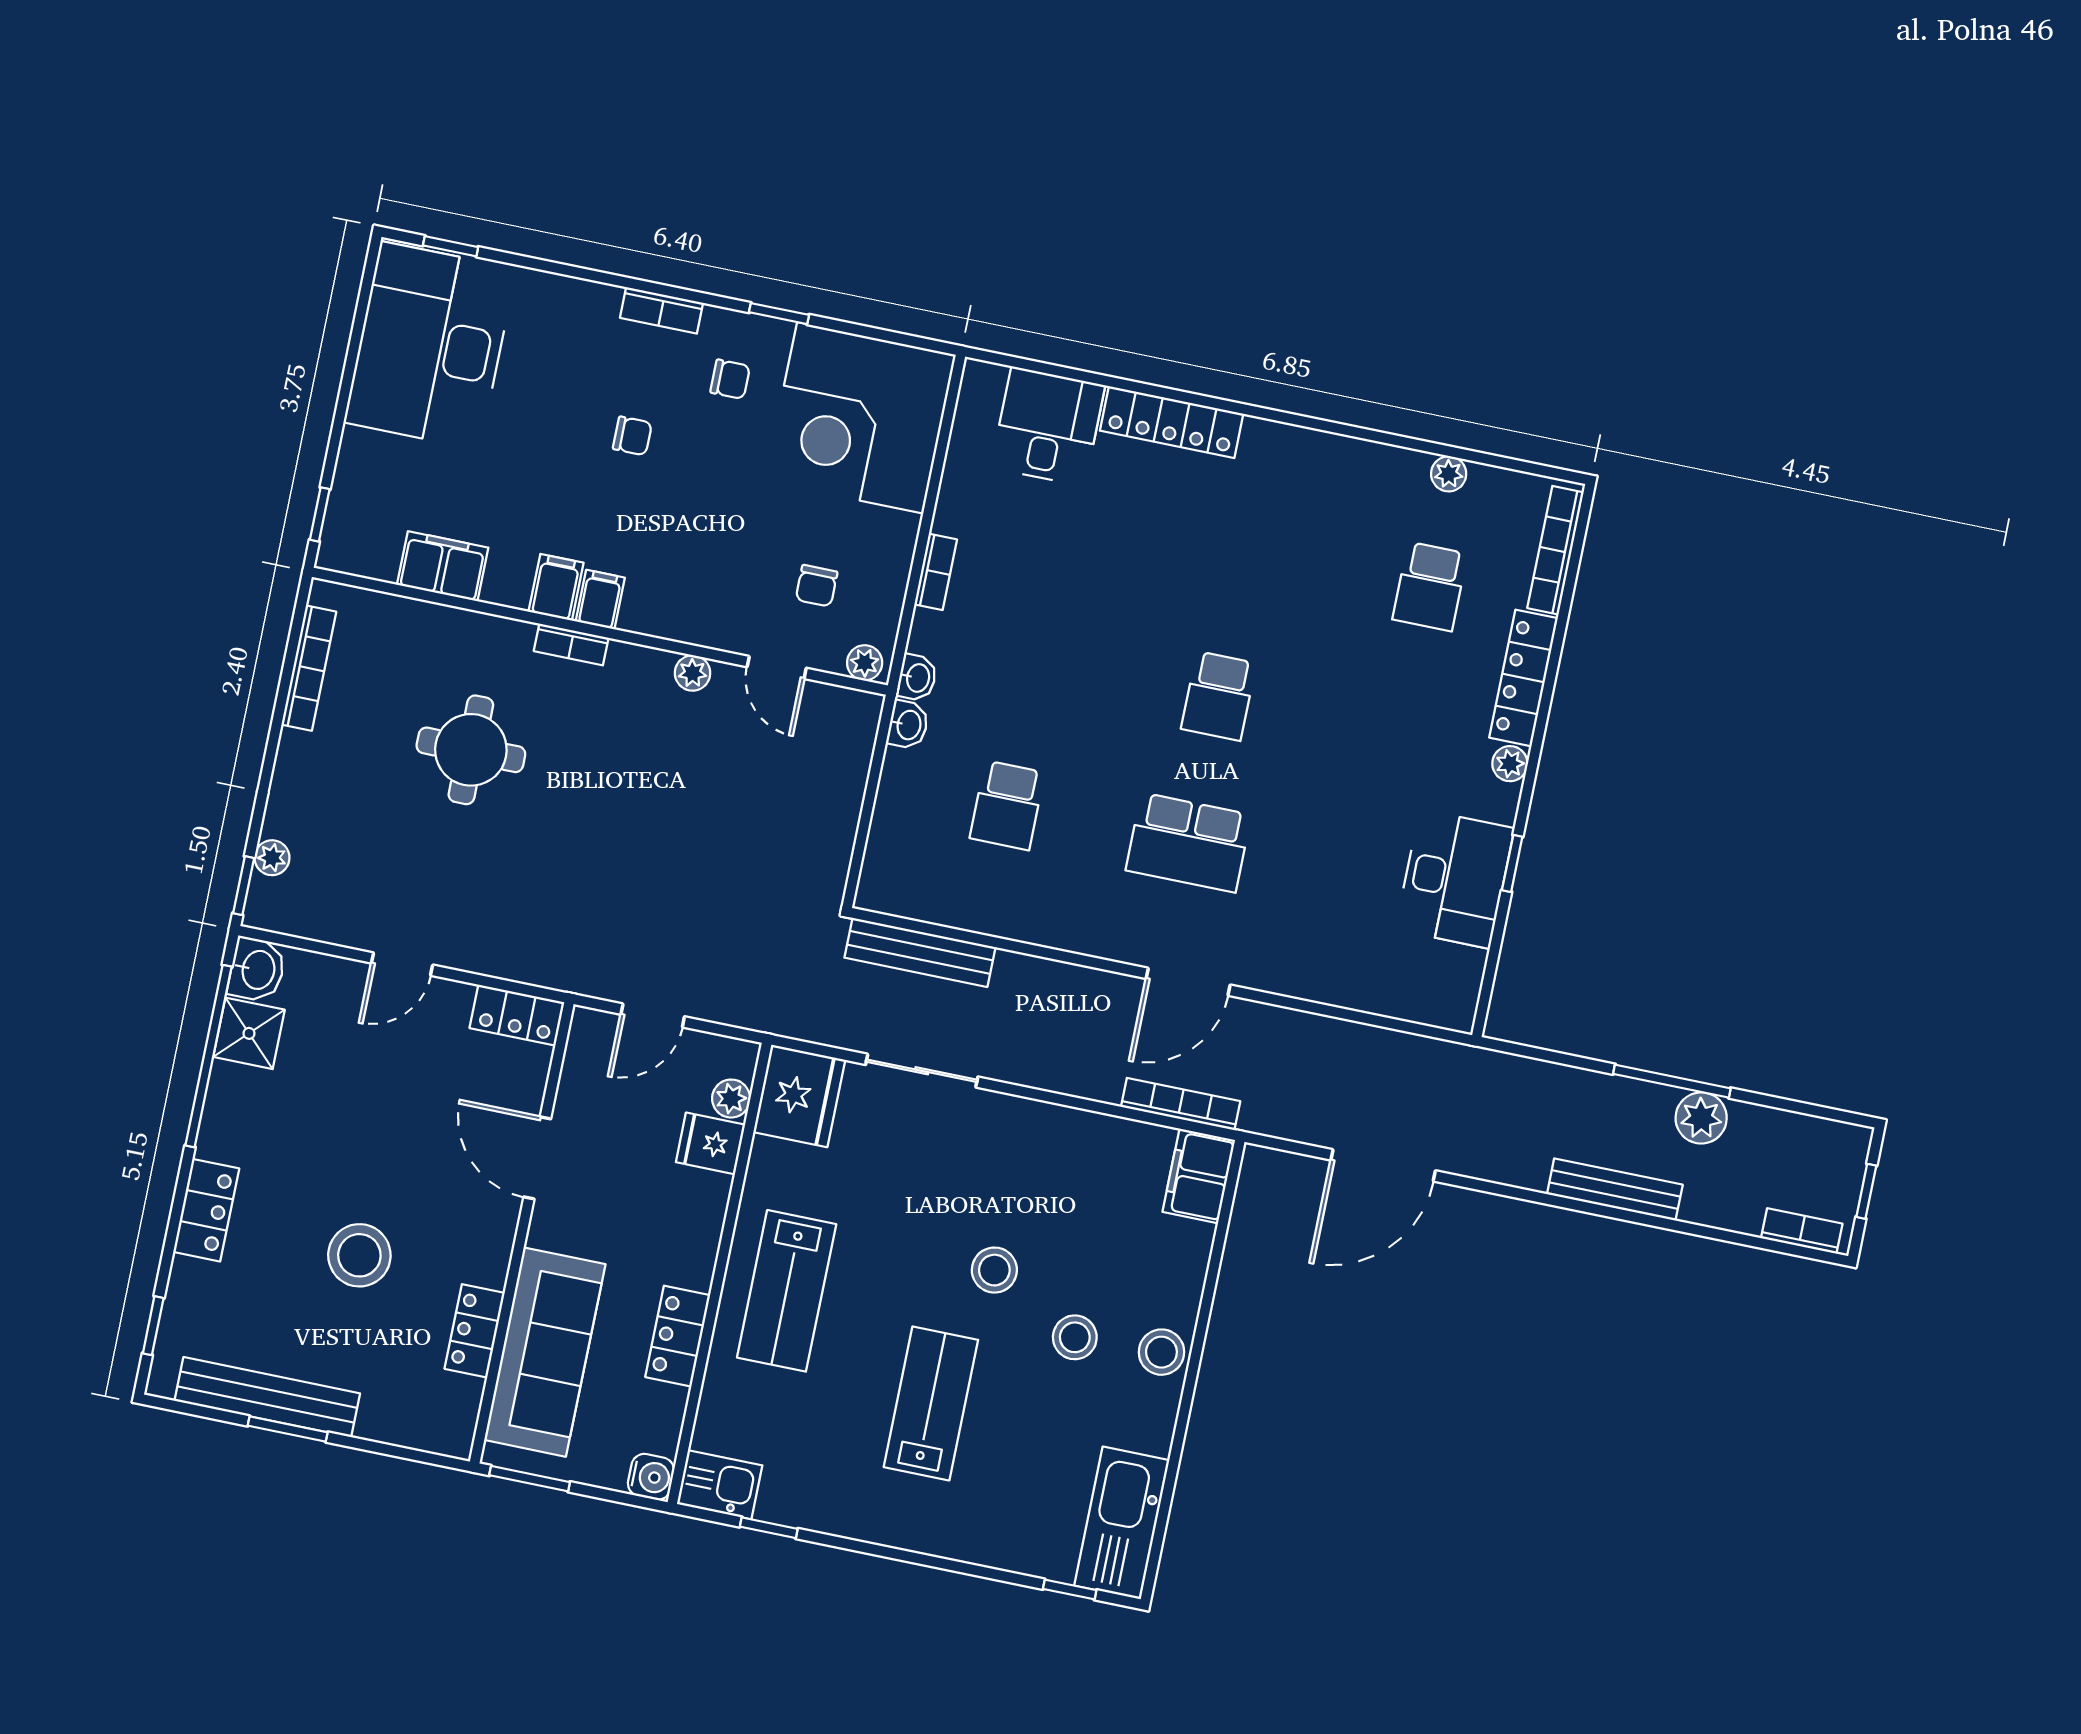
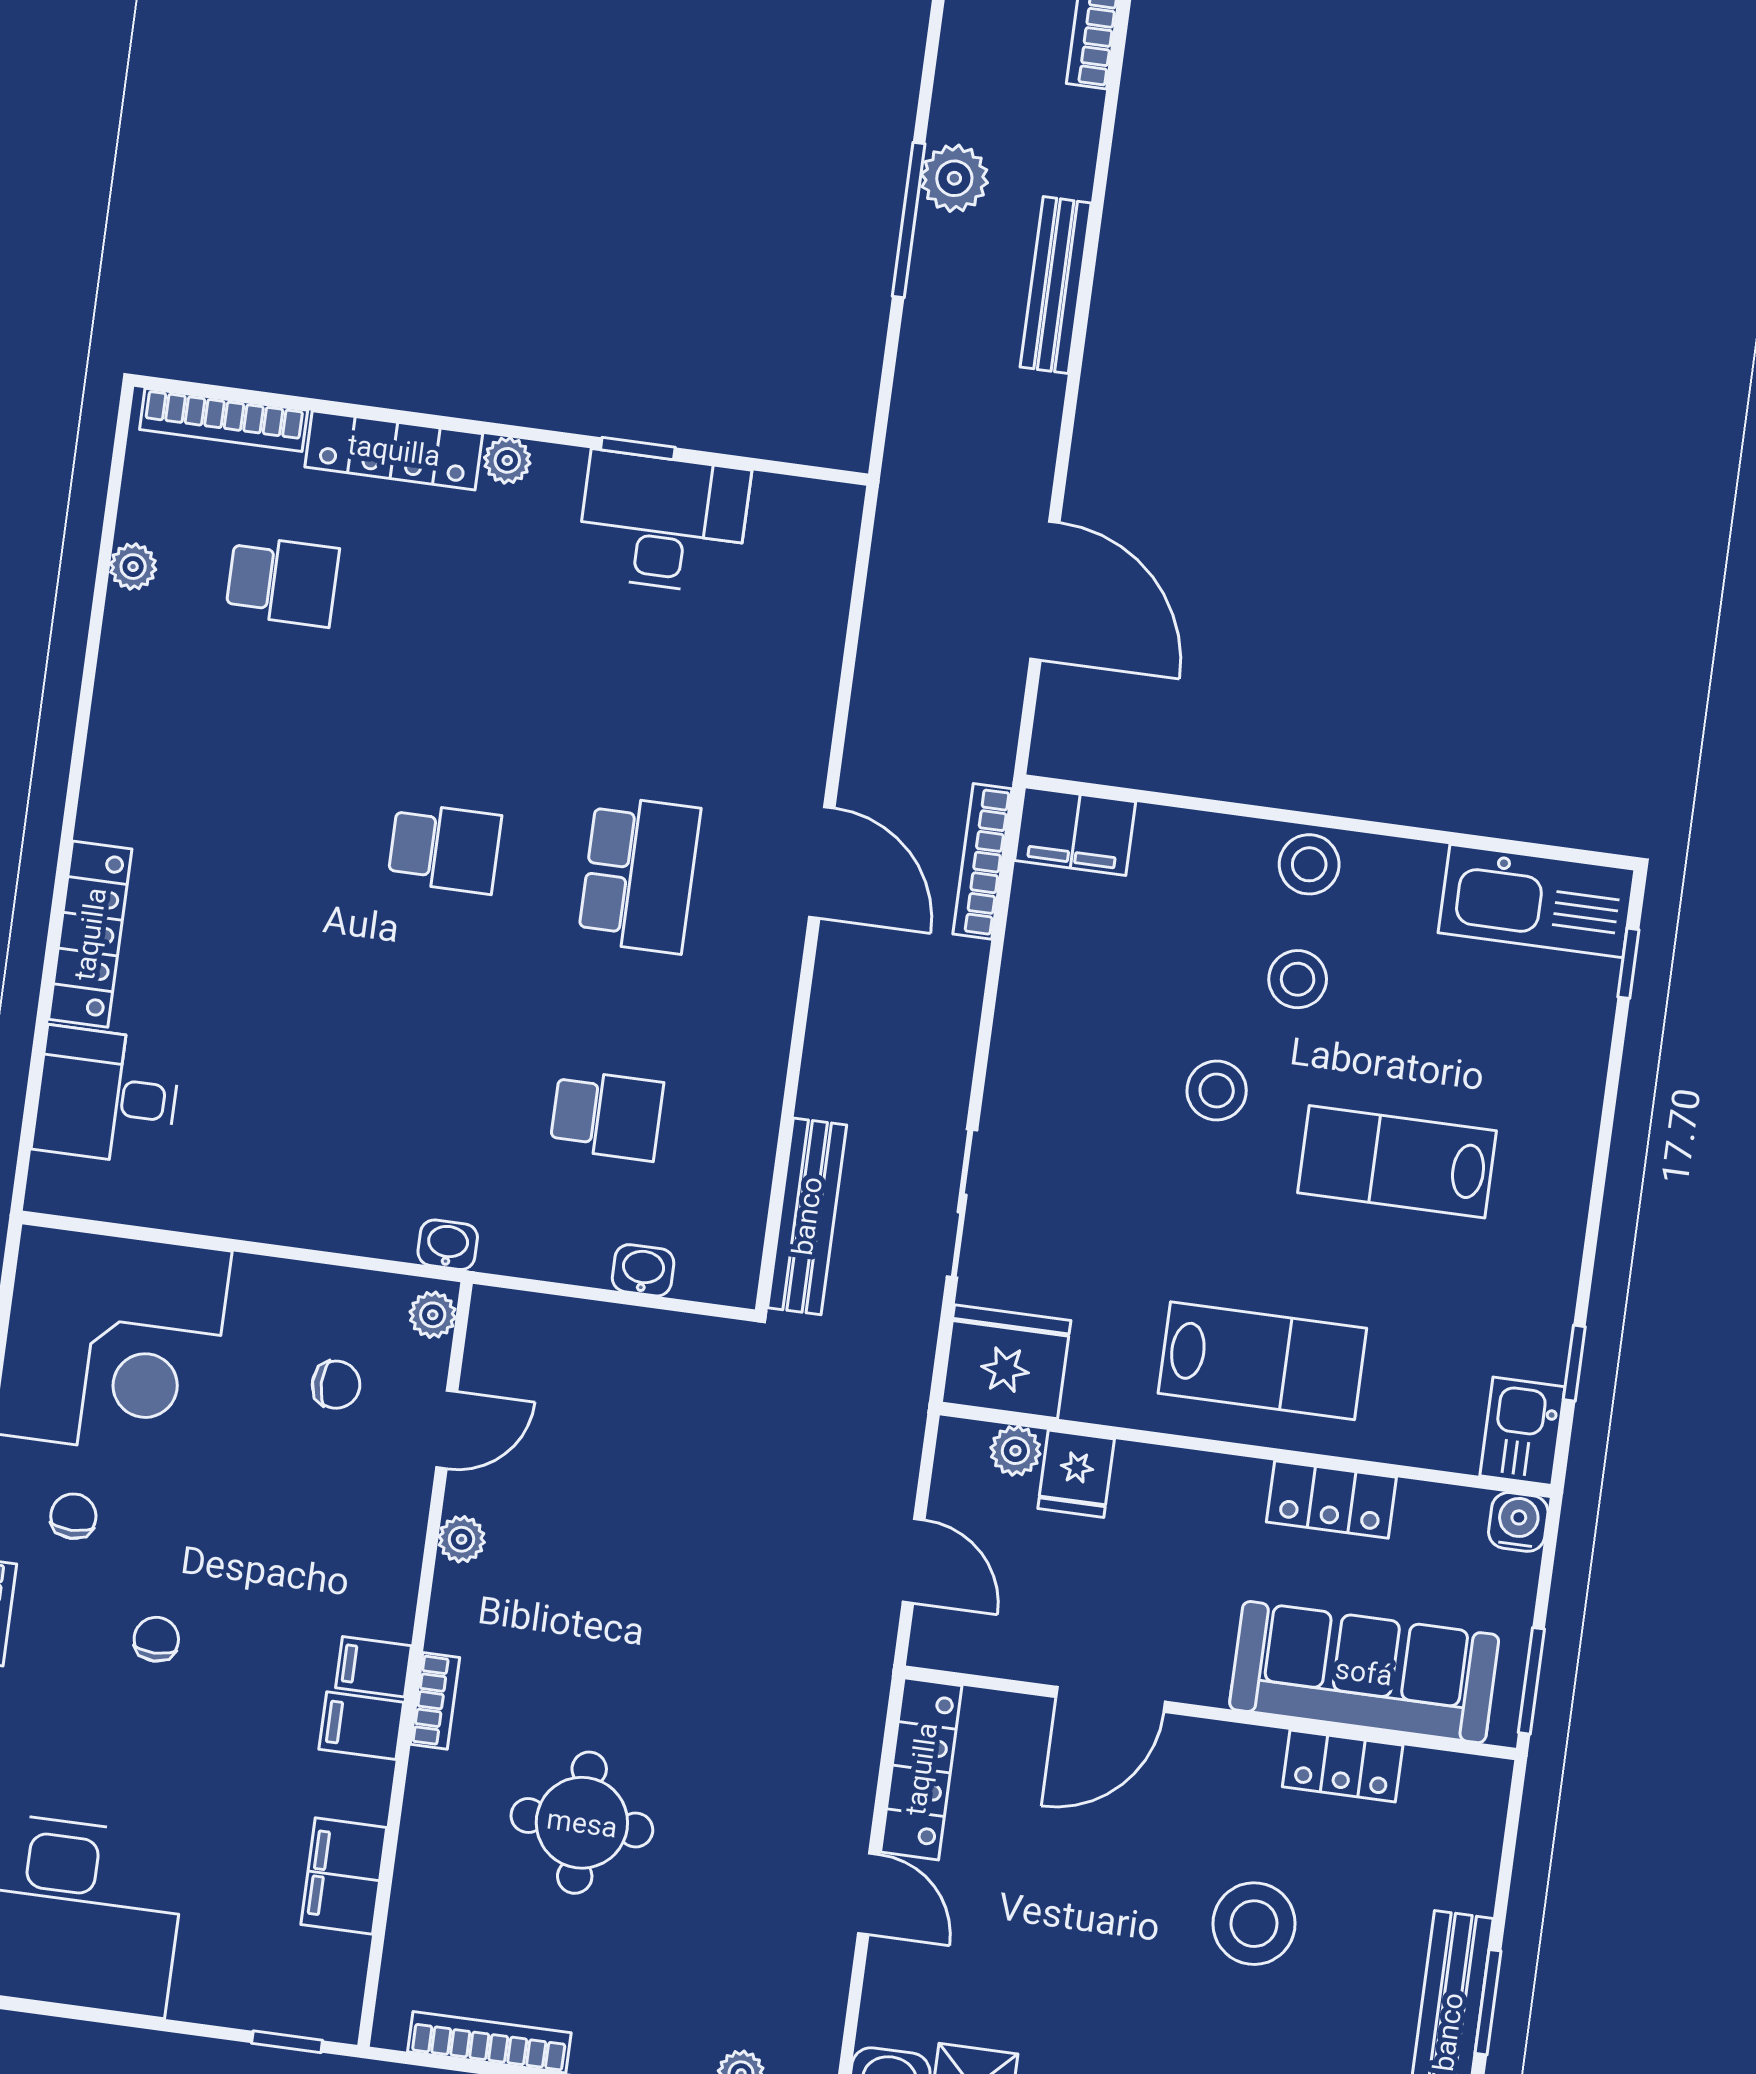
bookcase: (936, 572) -> (307, 1230), removed
washbasin: (908, 725) -> (643, 1270), moved
locker: (517, 1015) -> (921, 1769), width x1.53

